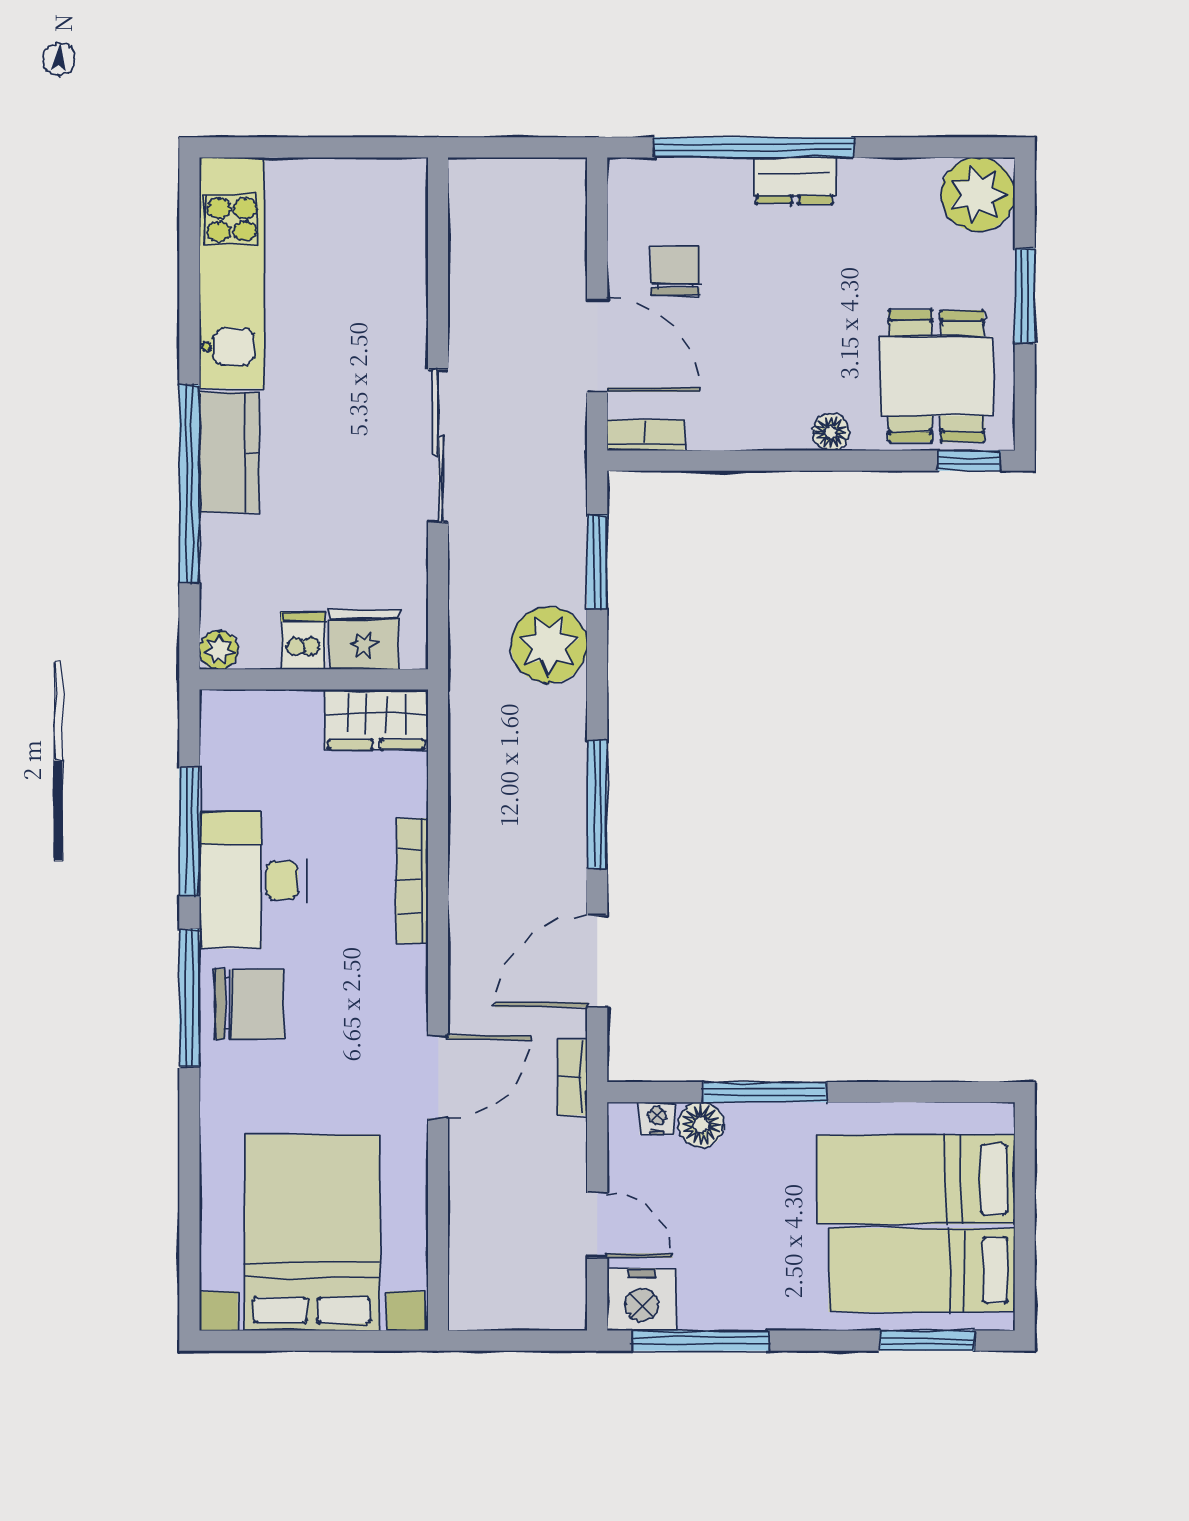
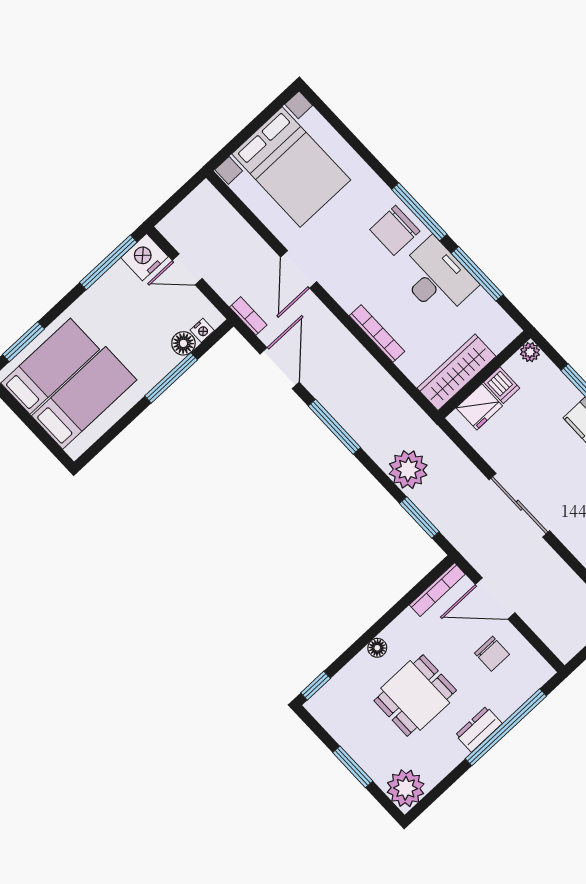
dining table: (936, 376) -> (415, 695), moved, turned 90
bookcase: (646, 435) -> (437, 590), width x1.56
wardrobe: (376, 719) -> (456, 372), width x1.50

